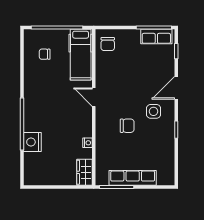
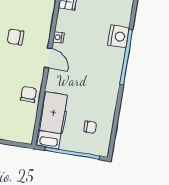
chair: (108, 44) -> (29, 94), moved
door: (94, 97) -> (48, 58), moved
nightstand: (88, 143) -> (58, 37), moved

